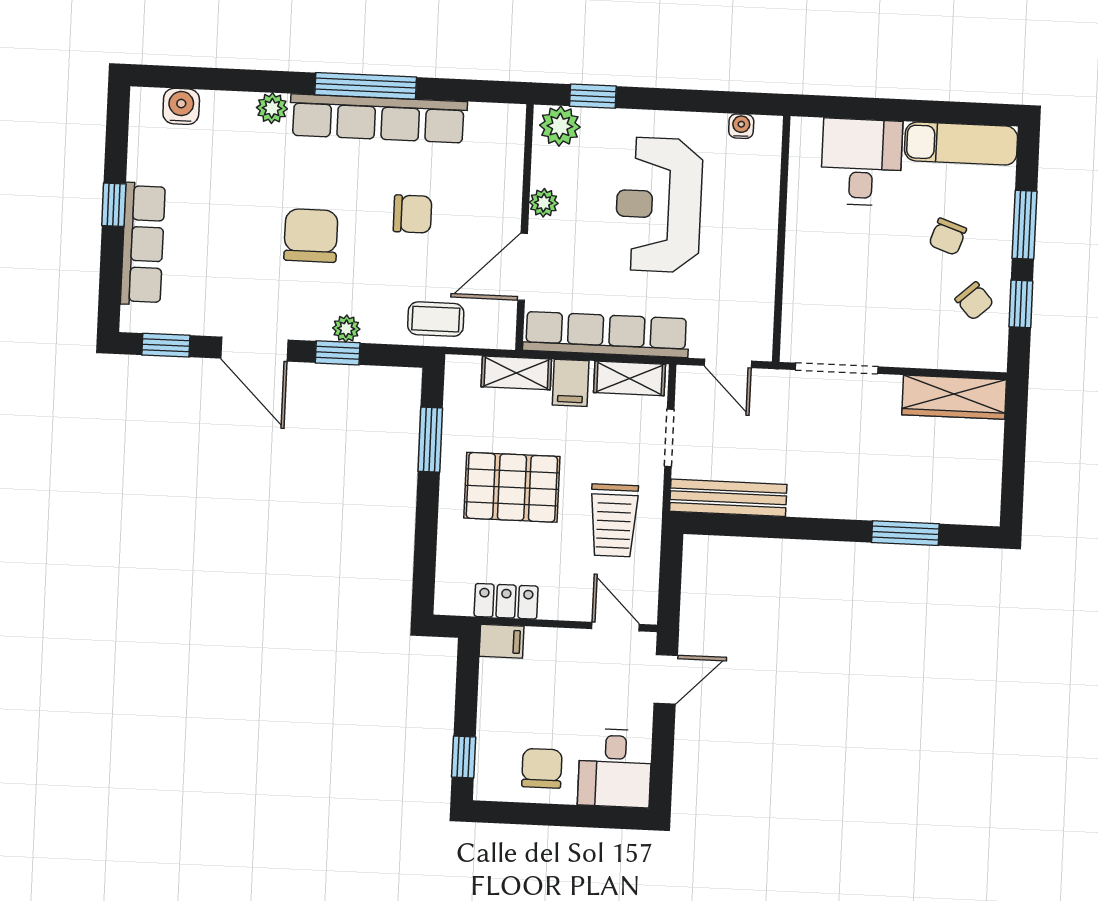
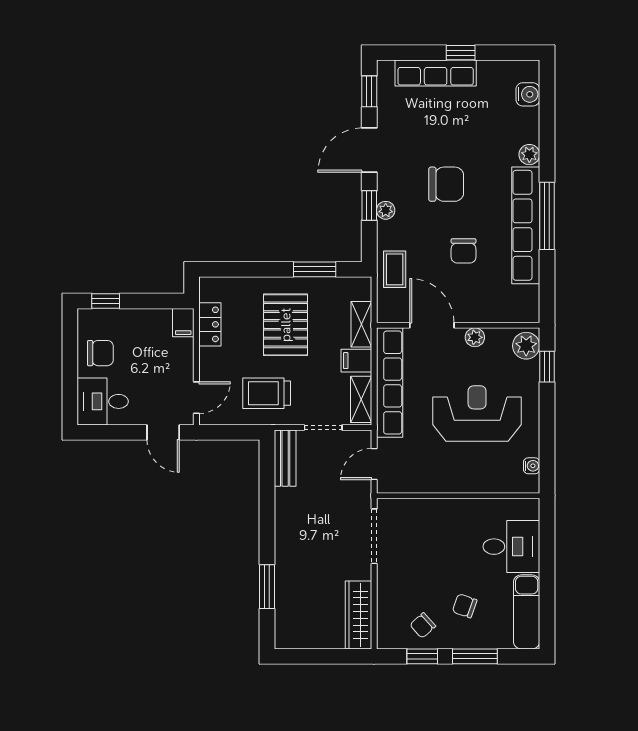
bench: (728, 498) -> (285, 458), width x0.73

